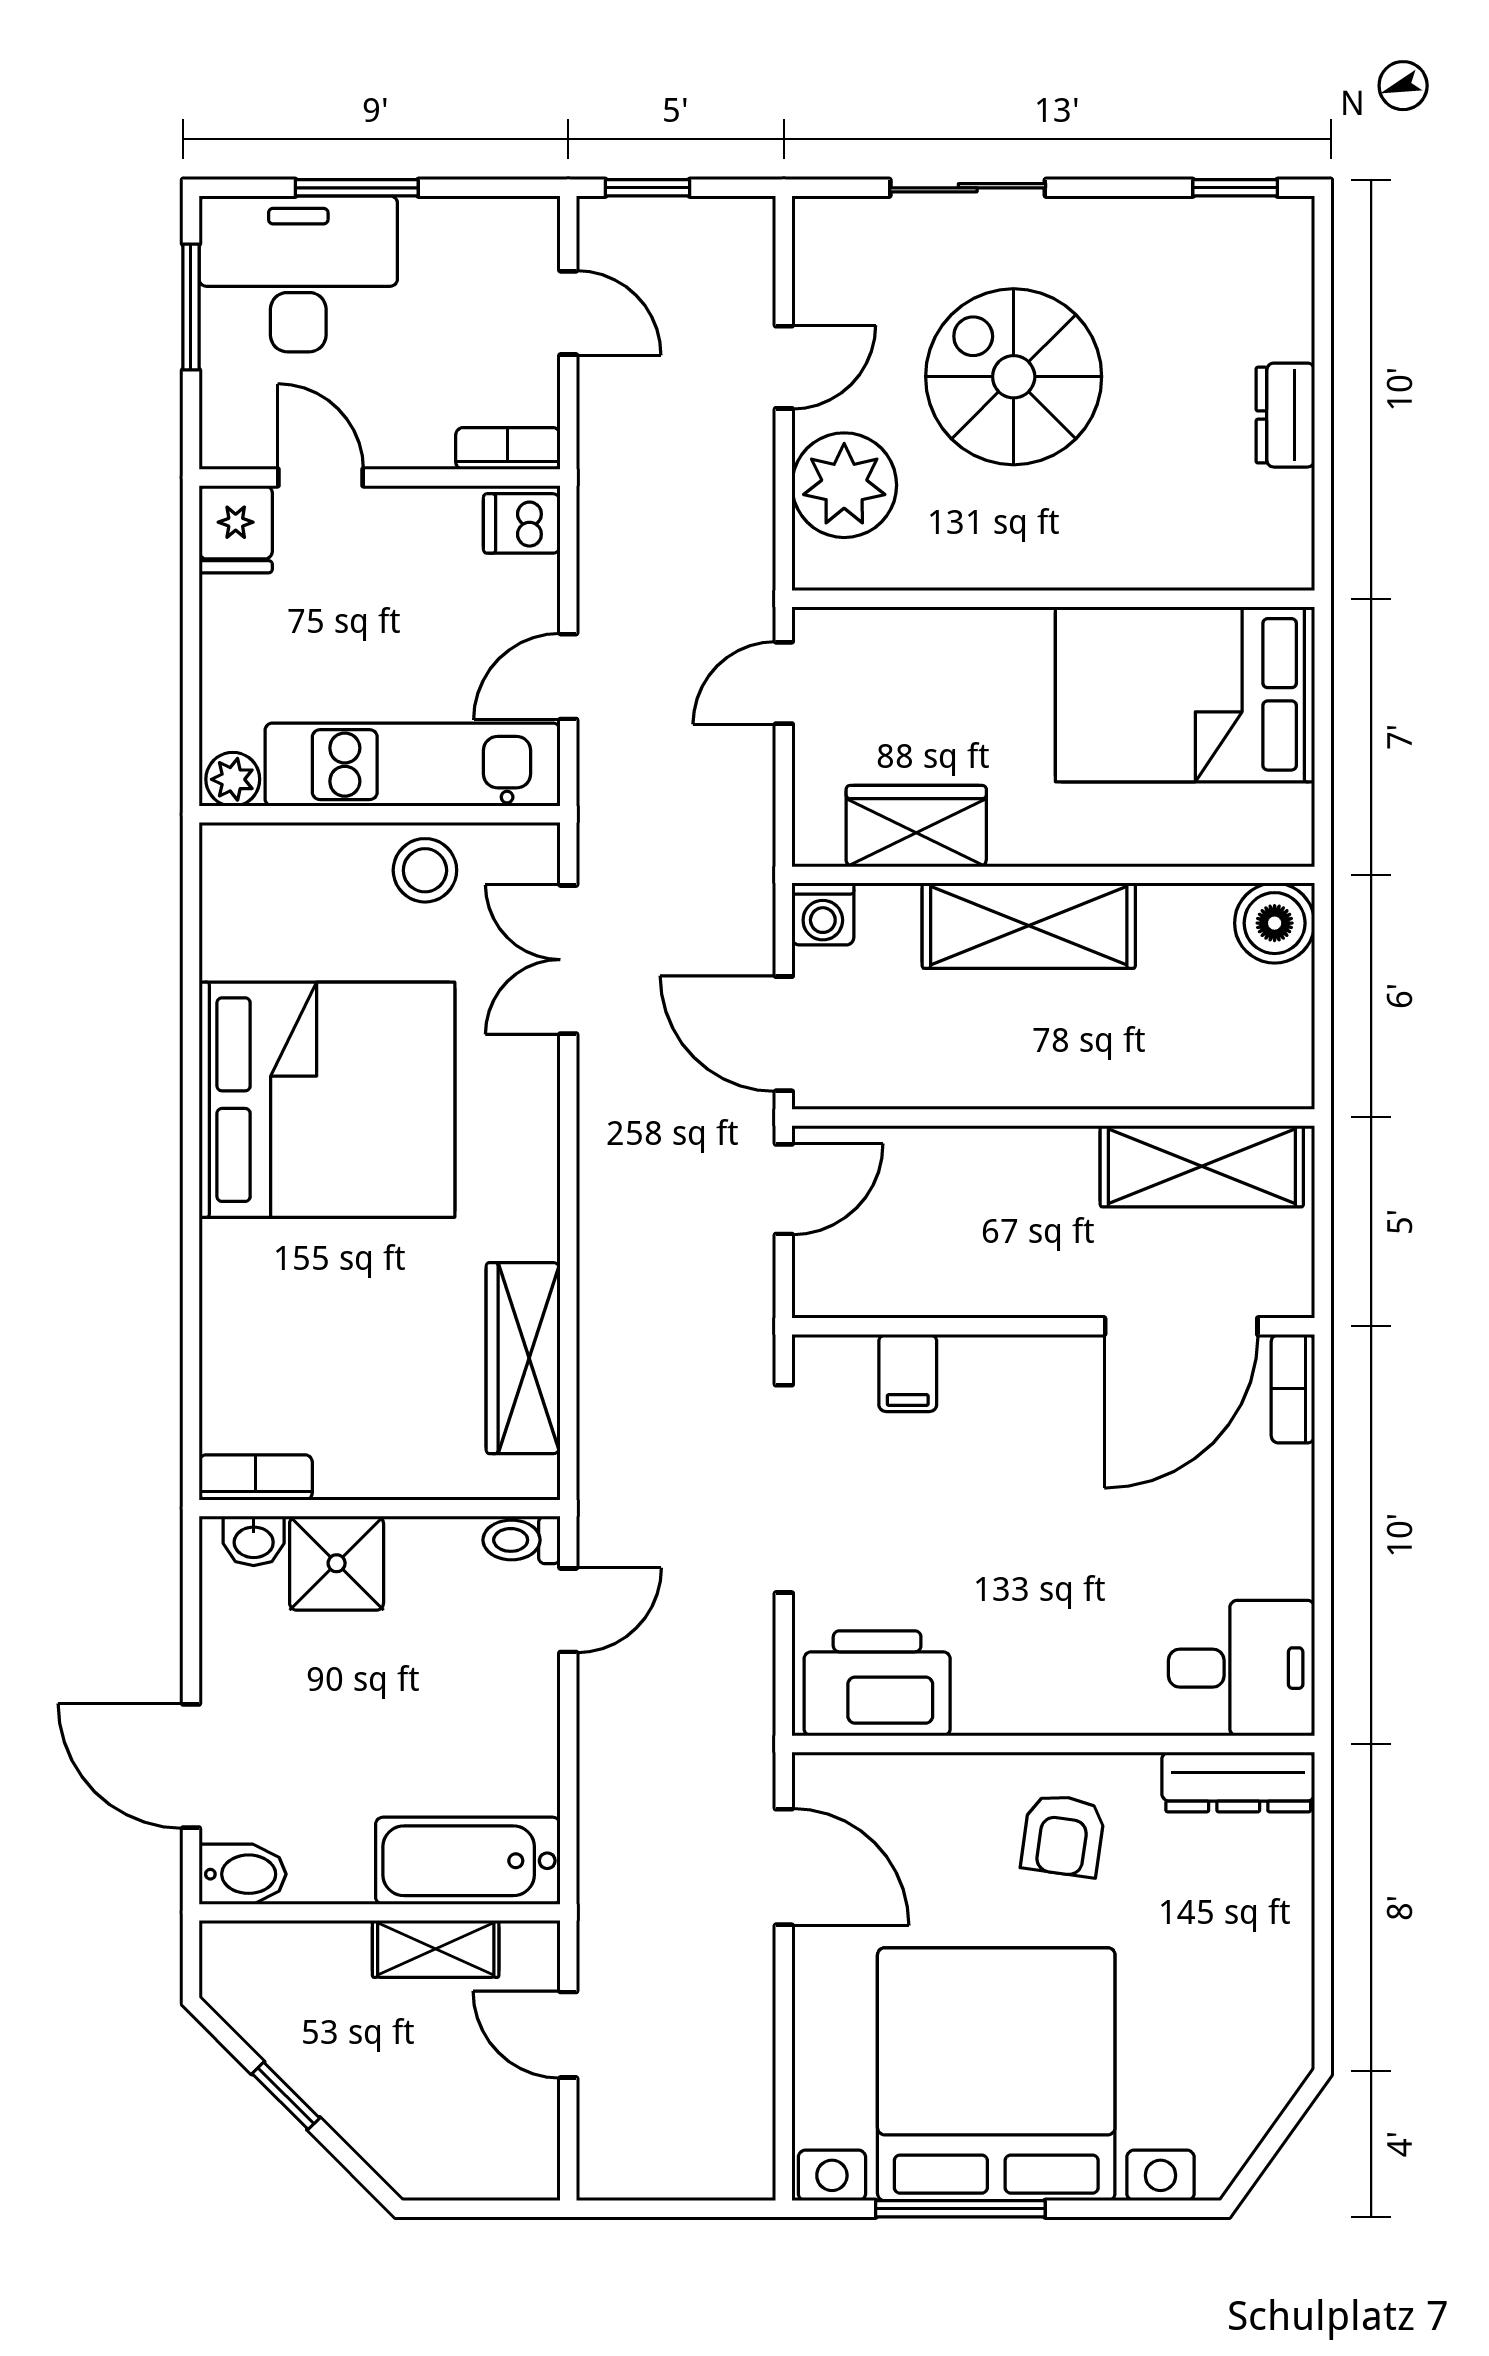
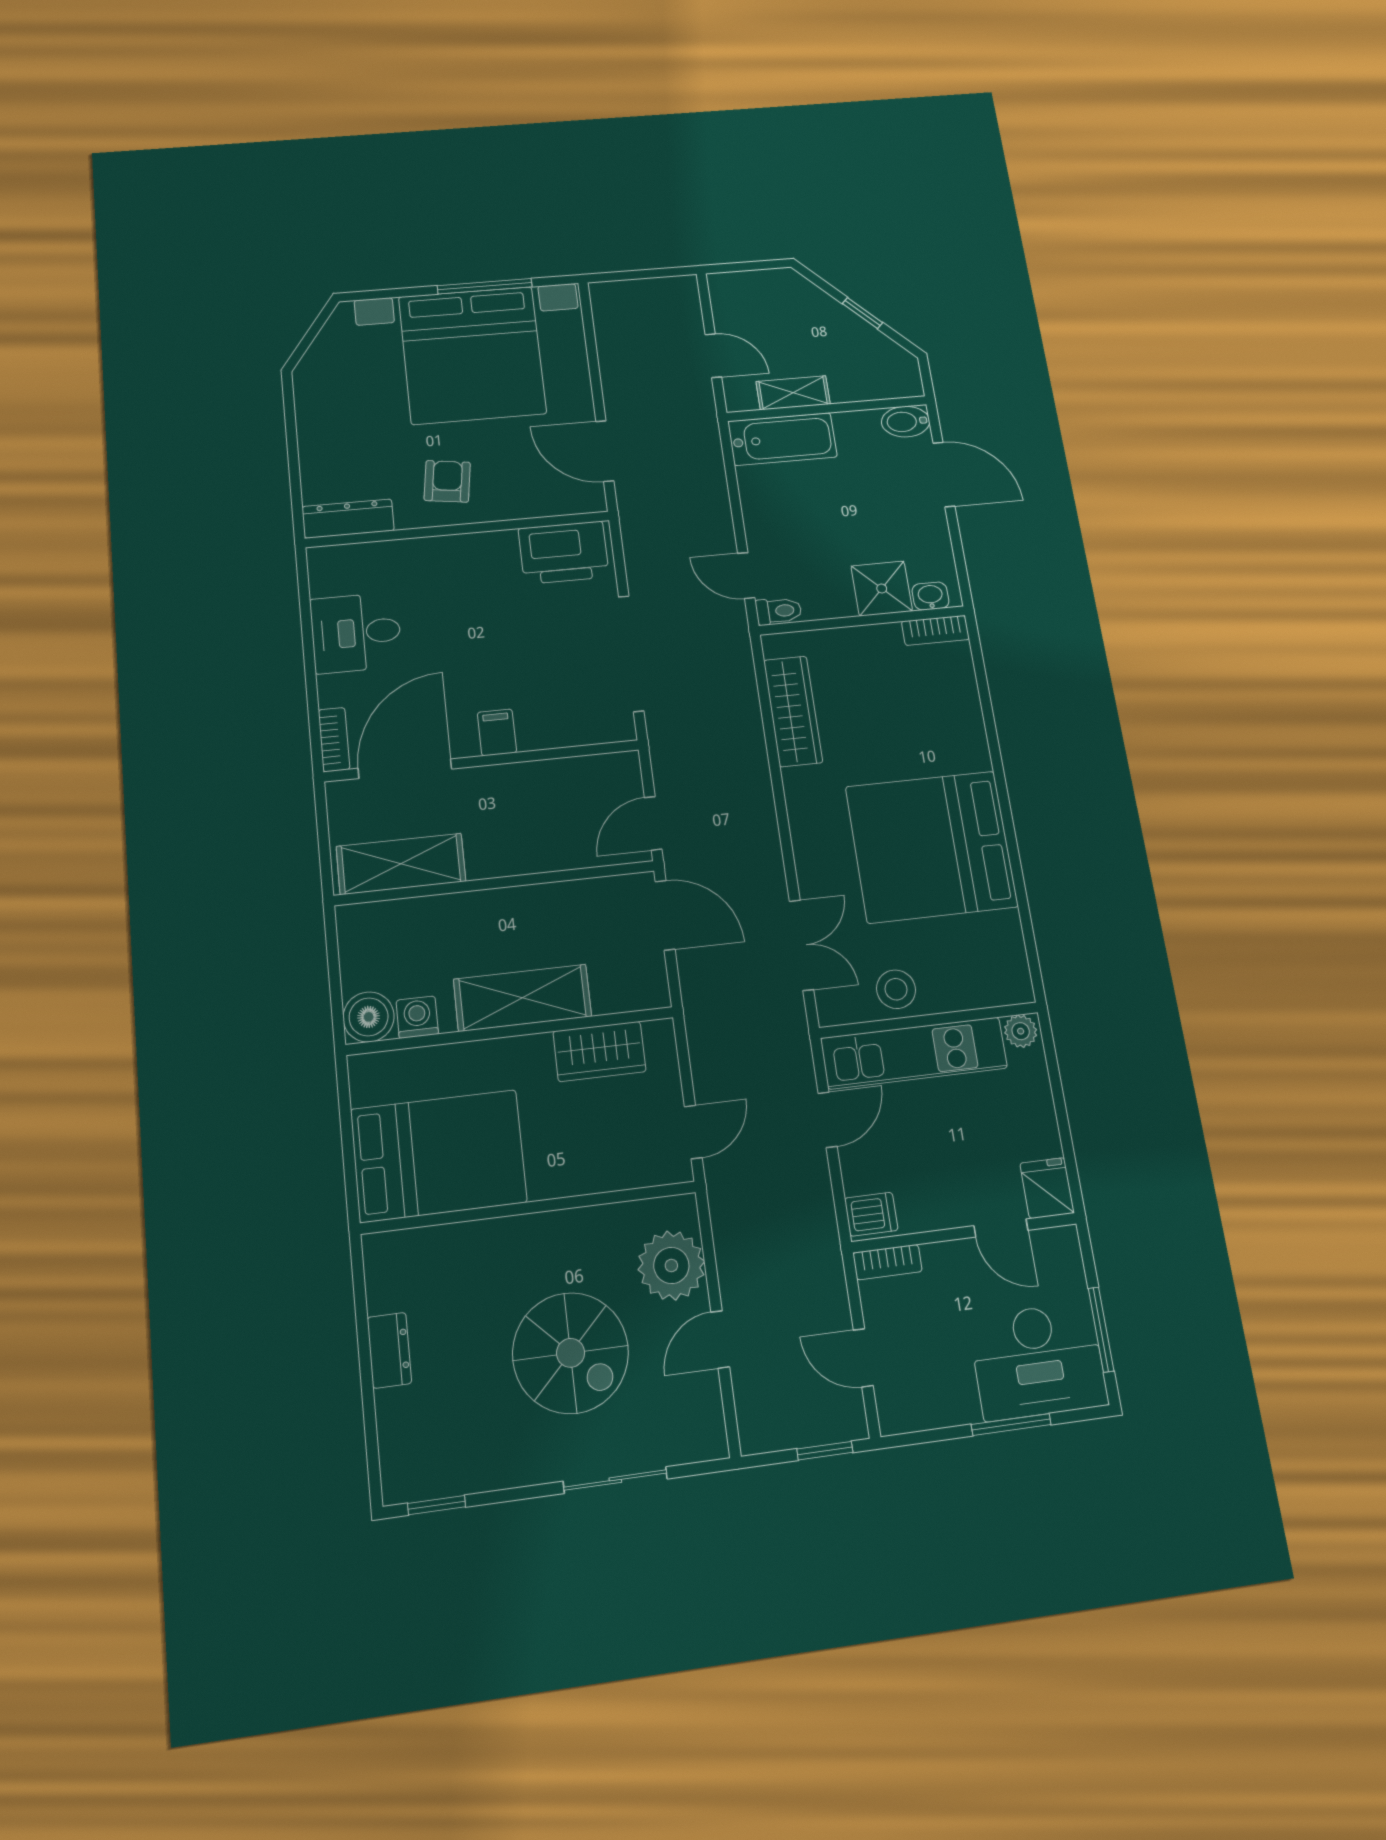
washing machine: (823, 914) -> (417, 1017), moved
filing cabinet: (908, 1373) -> (497, 732), moved
door: (568, 1610) -> (746, 576), hinge flipped
desk: (1242, 1668) -> (356, 633), moved

